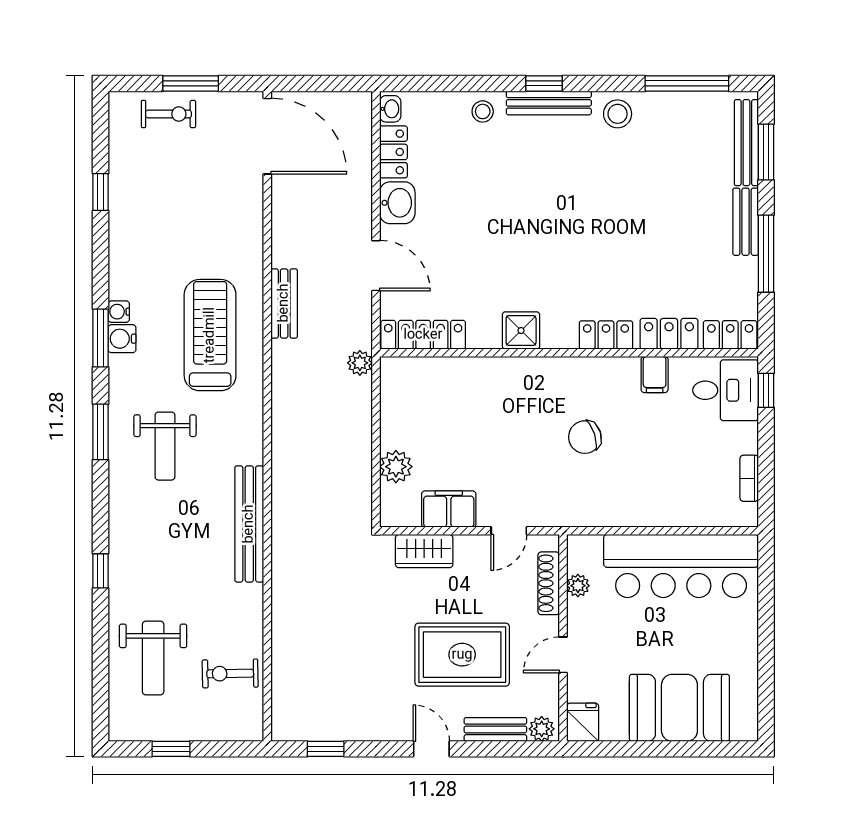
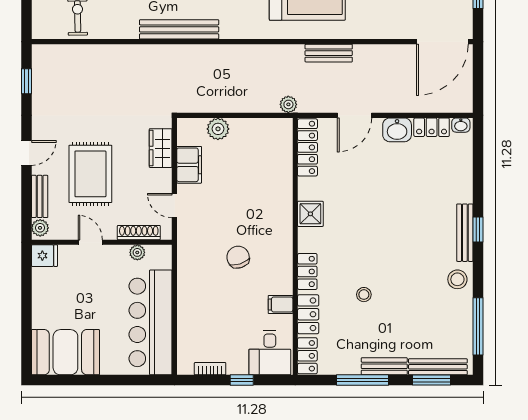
stool: (483, 111) -> (364, 295), moved
window: (766, 390) -> (242, 380), moved
booth: (679, 708) -> (65, 352), moved, turned 90

